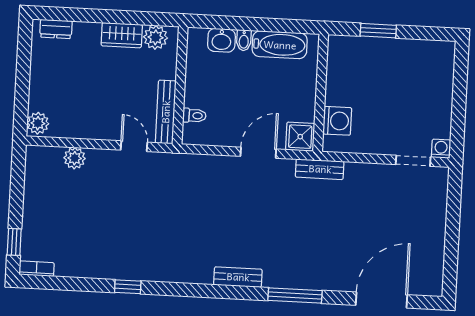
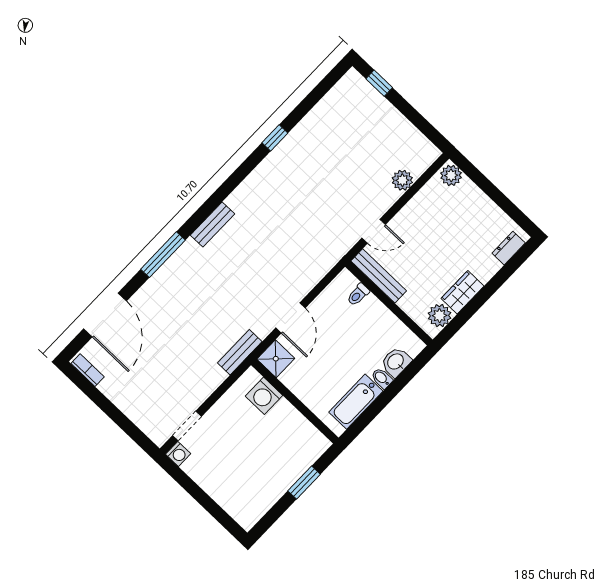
bookcase: (37, 269) -> (88, 370), moved, turned -90

